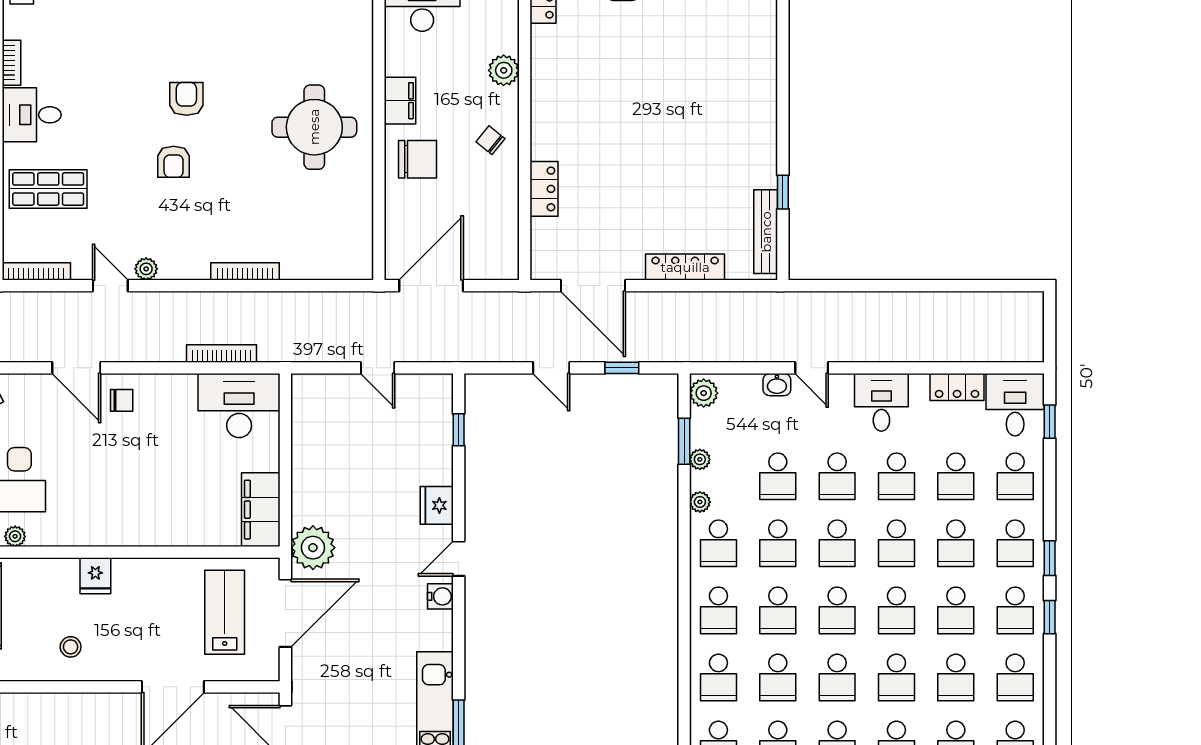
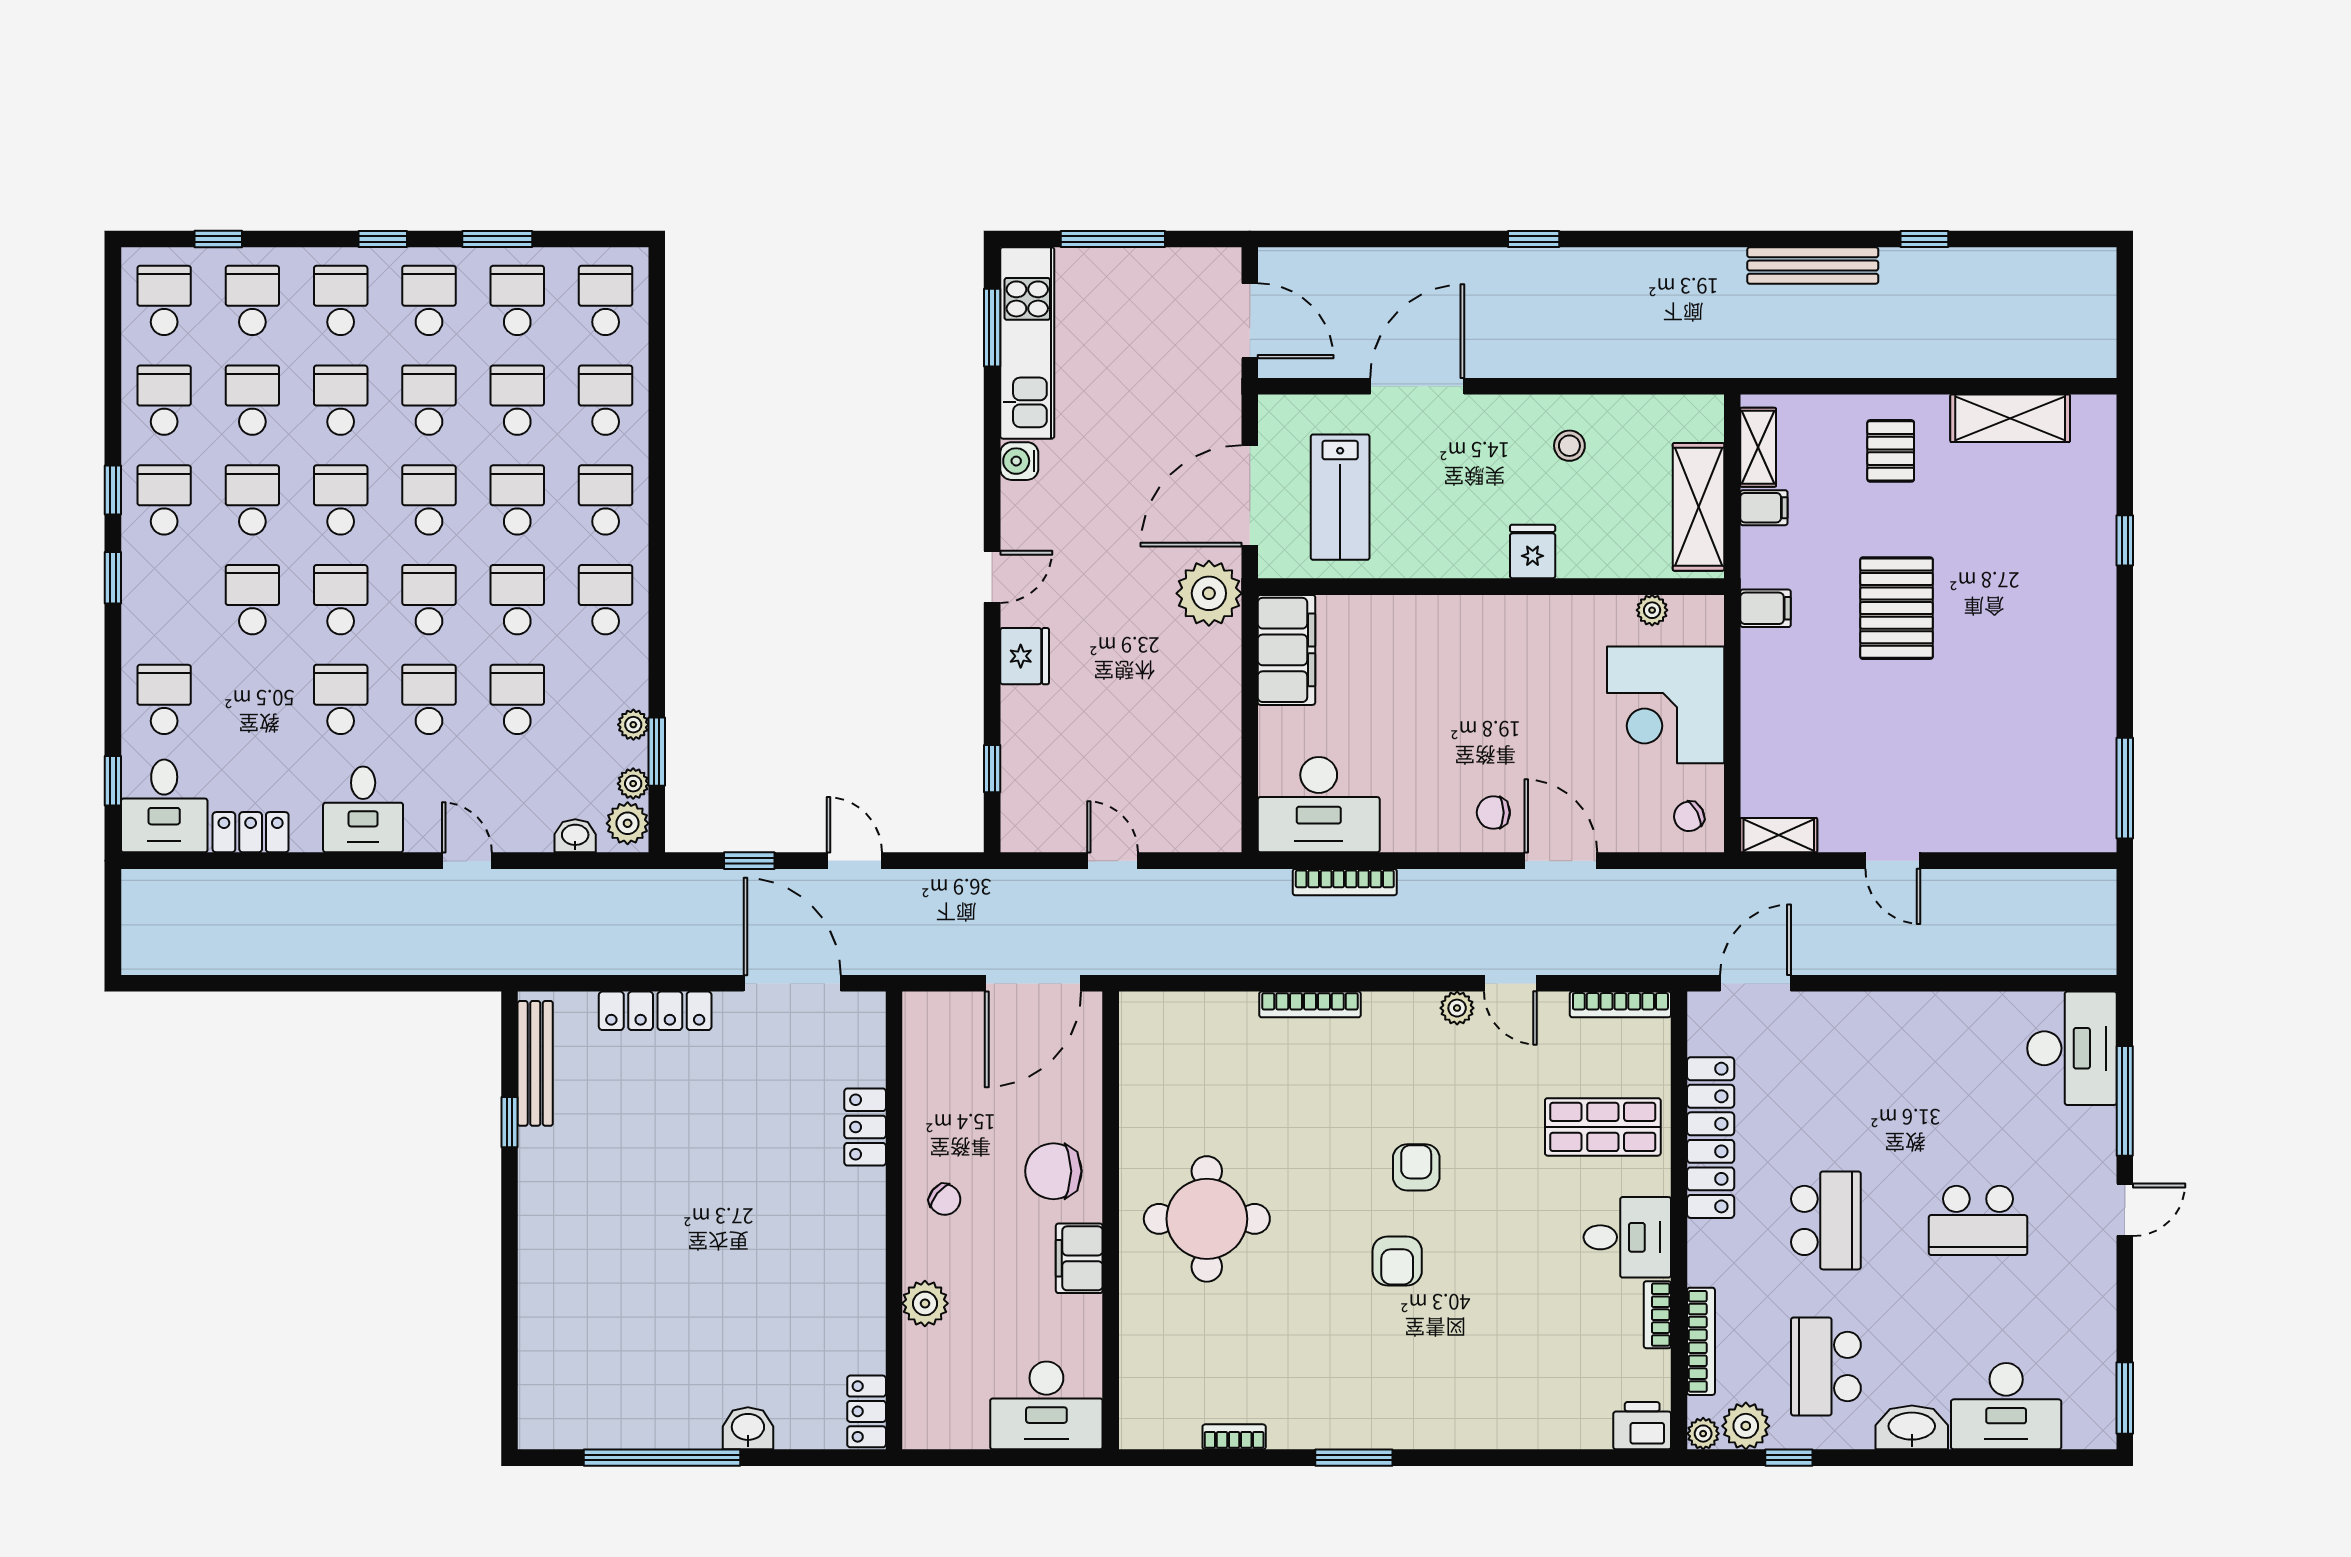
washbasin: (777, 385) -> (575, 836), moved
school desk: (956, 476) -> (252, 699), removed
plant: (700, 502) -> (633, 784), moved
school desk: (1015, 543) -> (164, 600), removed
water cooler: (440, 596) -> (1019, 461), moved

